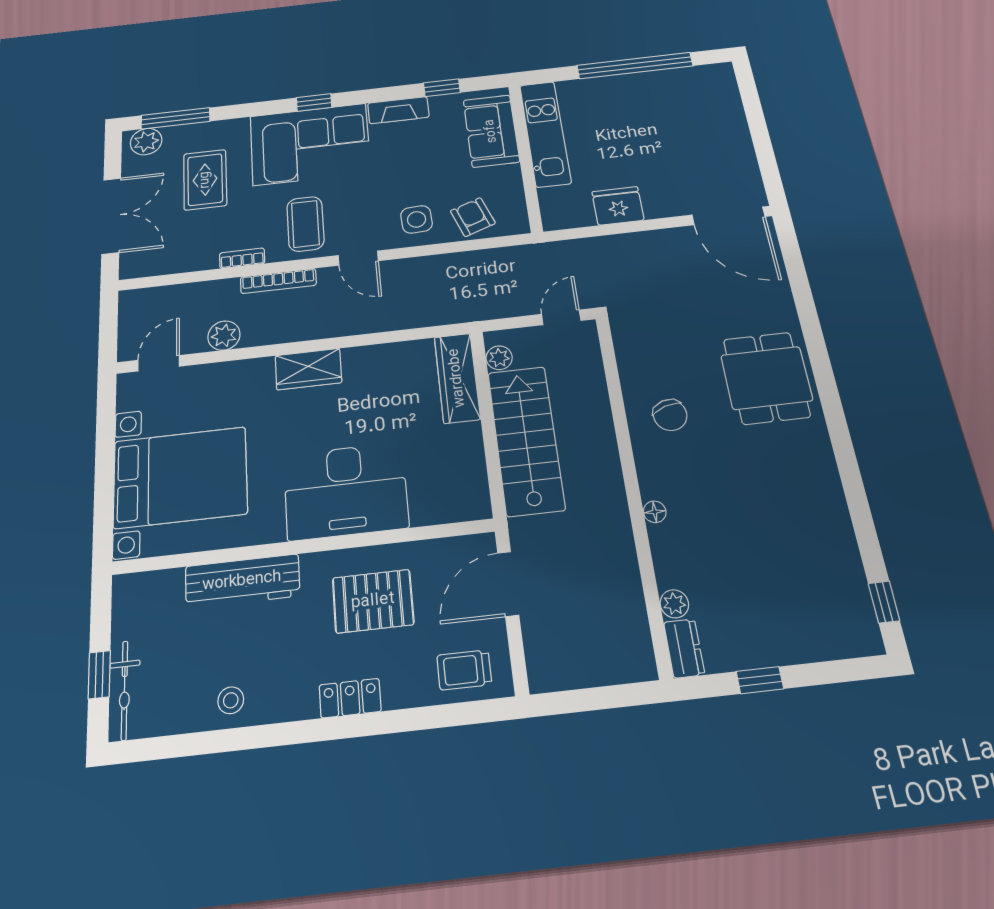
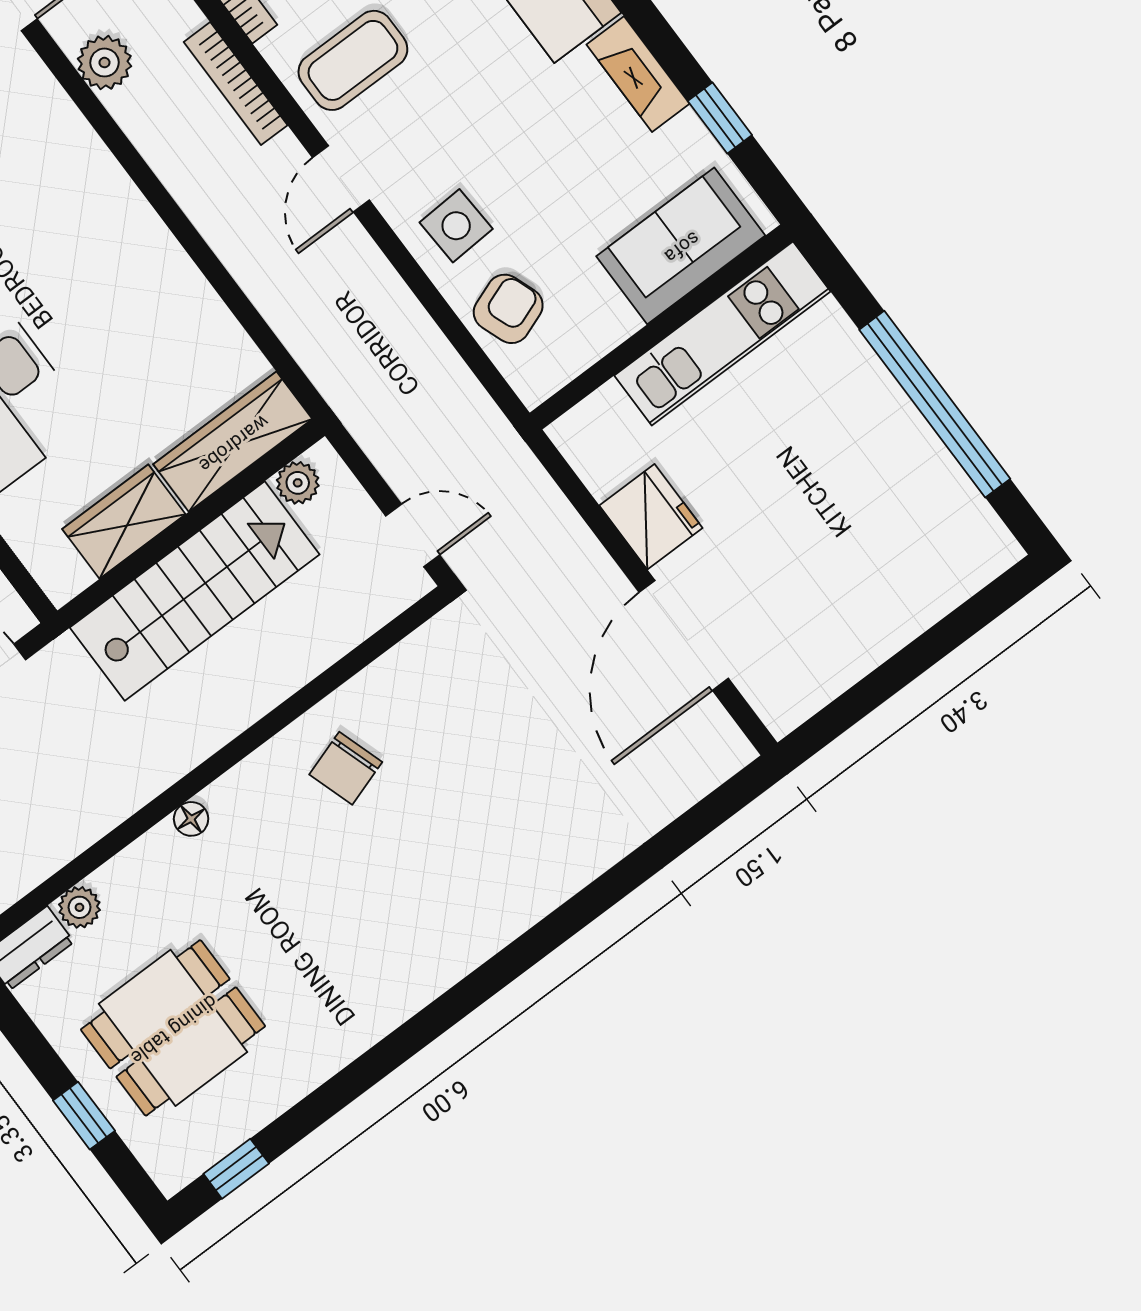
door: (729, 216) -> (684, 635), moved
wardrobe: (308, 369) -> (124, 522), moved, turned 90
dining table: (766, 378) -> (173, 1028), moved
window: (760, 680) -> (84, 1116), moved

